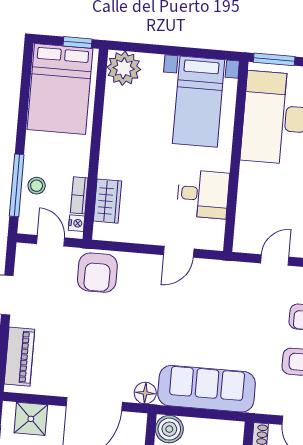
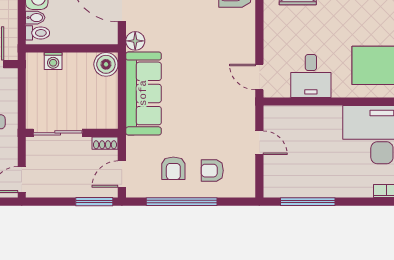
door: (179, 252) -> (259, 77), moved

